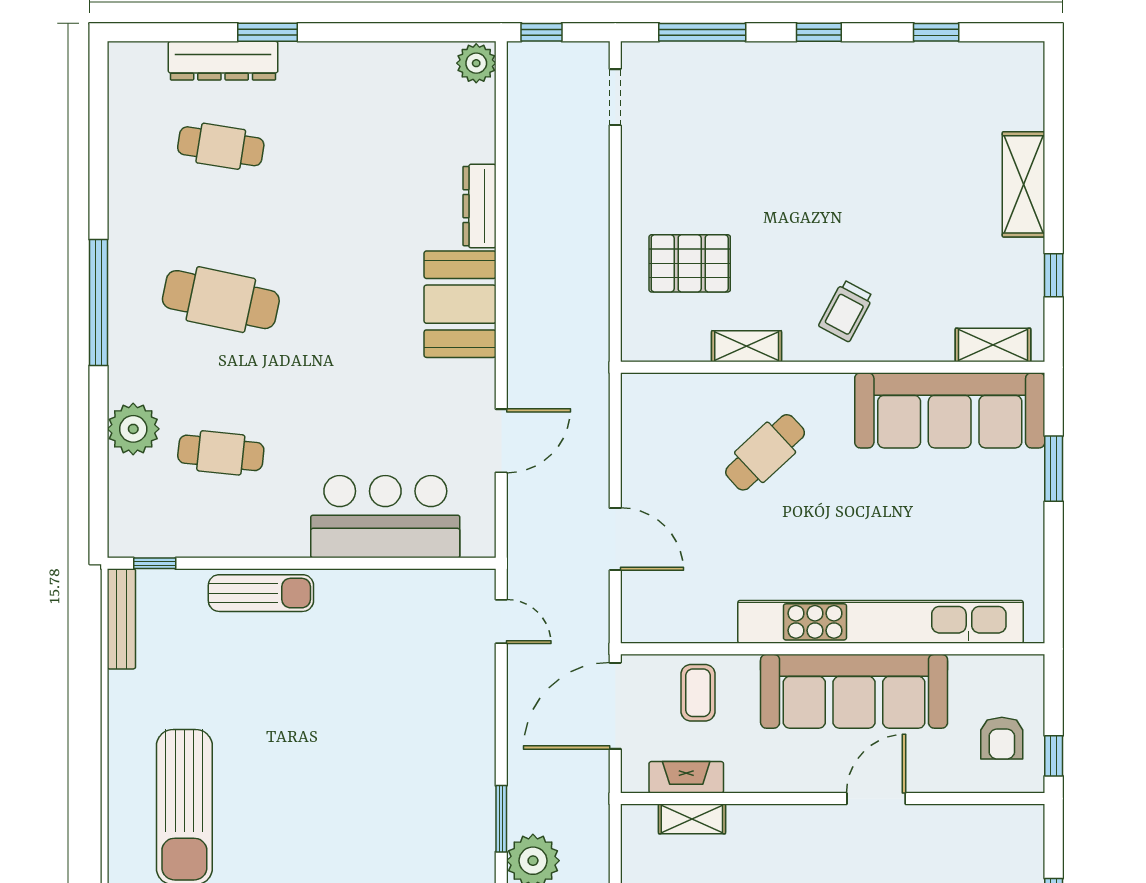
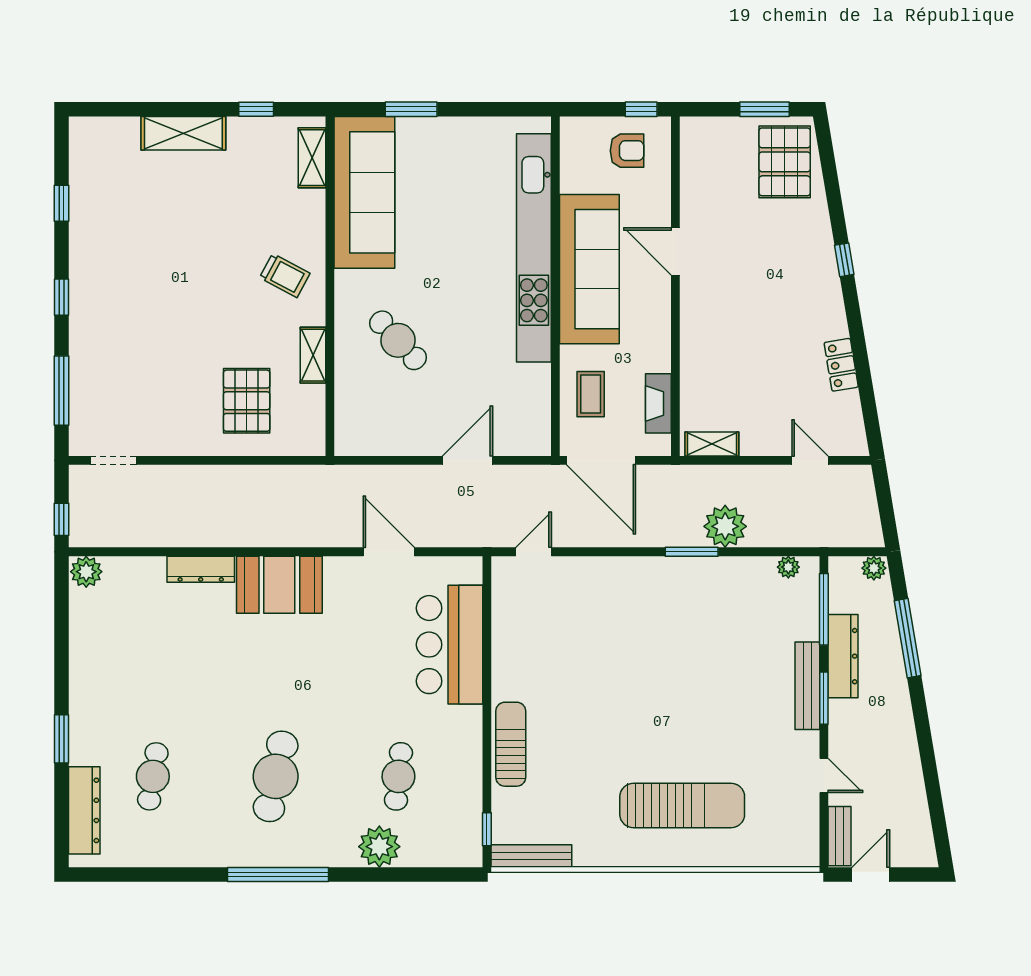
dresser: (223, 61) -> (84, 810), moved
coffee table: (698, 693) -> (591, 394), turned 90
shelving: (692, 819) -> (712, 444), moved, turned 90

